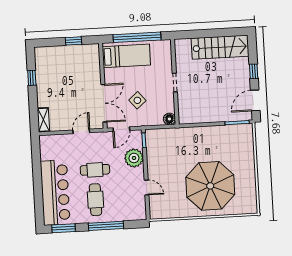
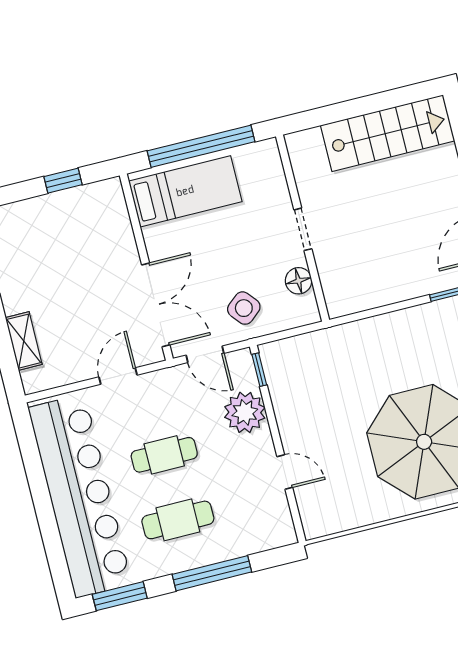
side table: (137, 100) -> (244, 308), moved
floor lamp: (169, 119) -> (299, 281), moved
shelving: (43, 120) -> (24, 341), moved
door: (121, 129) -> (205, 354), hinge flipped
bar counter: (55, 193) -> (80, 496), width x1.36
cafe table: (96, 200) -> (178, 520), turned 90

